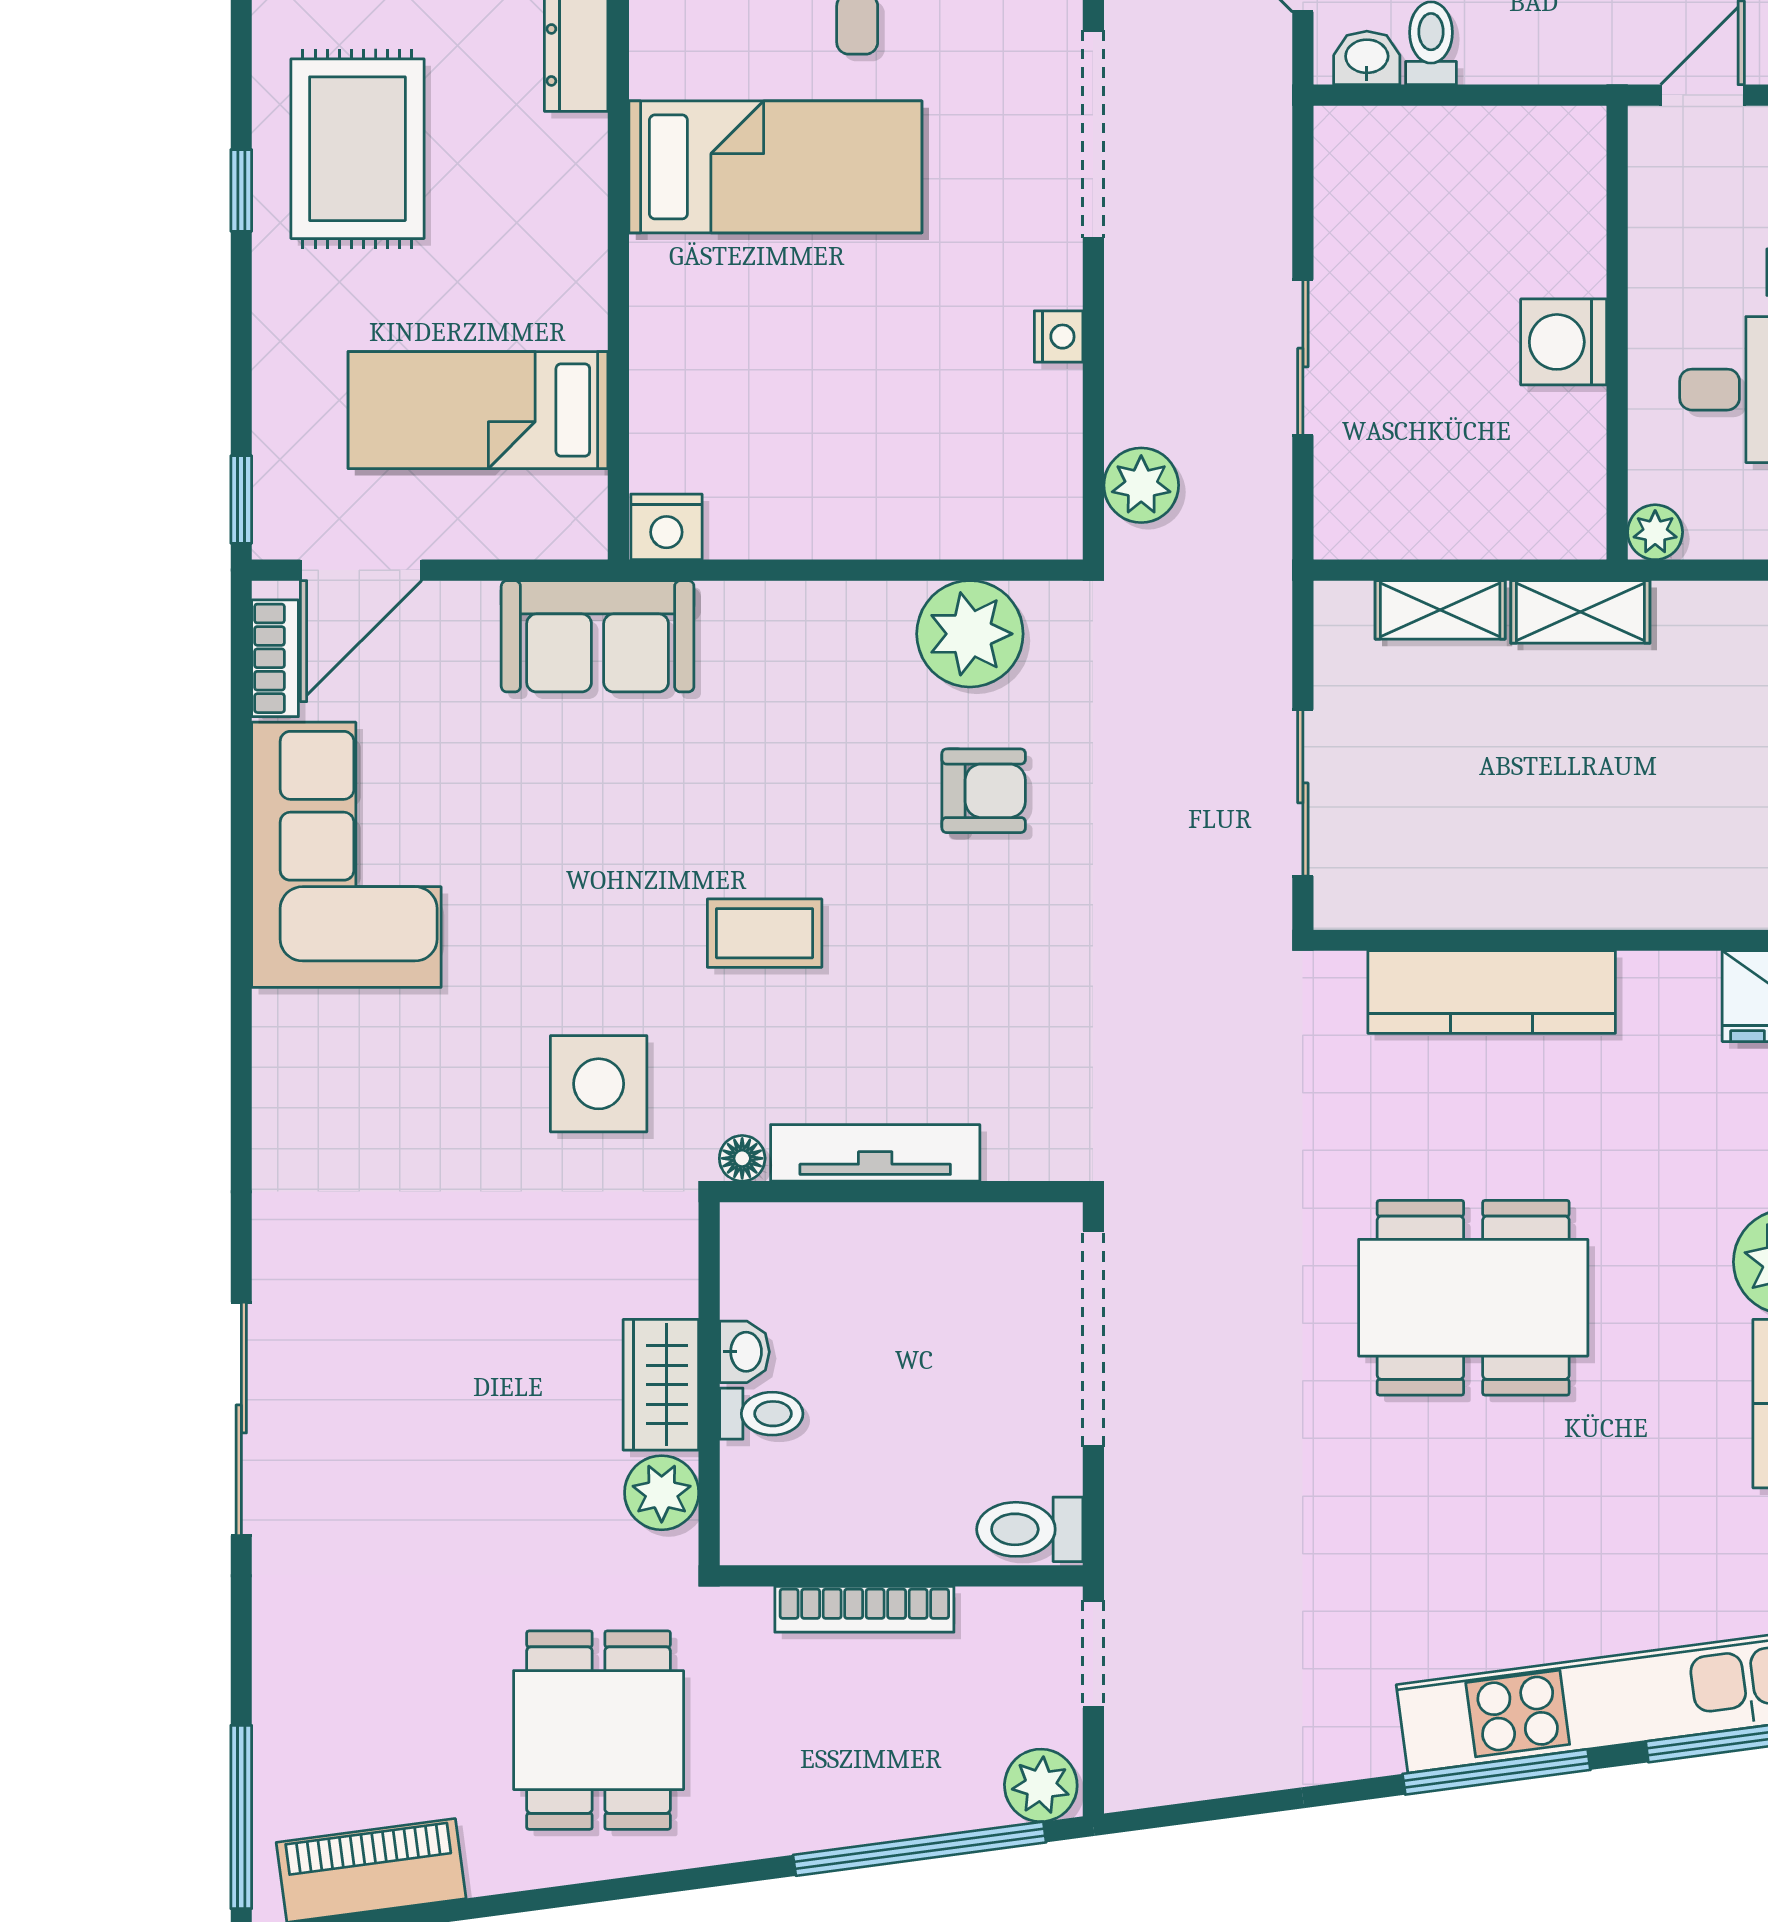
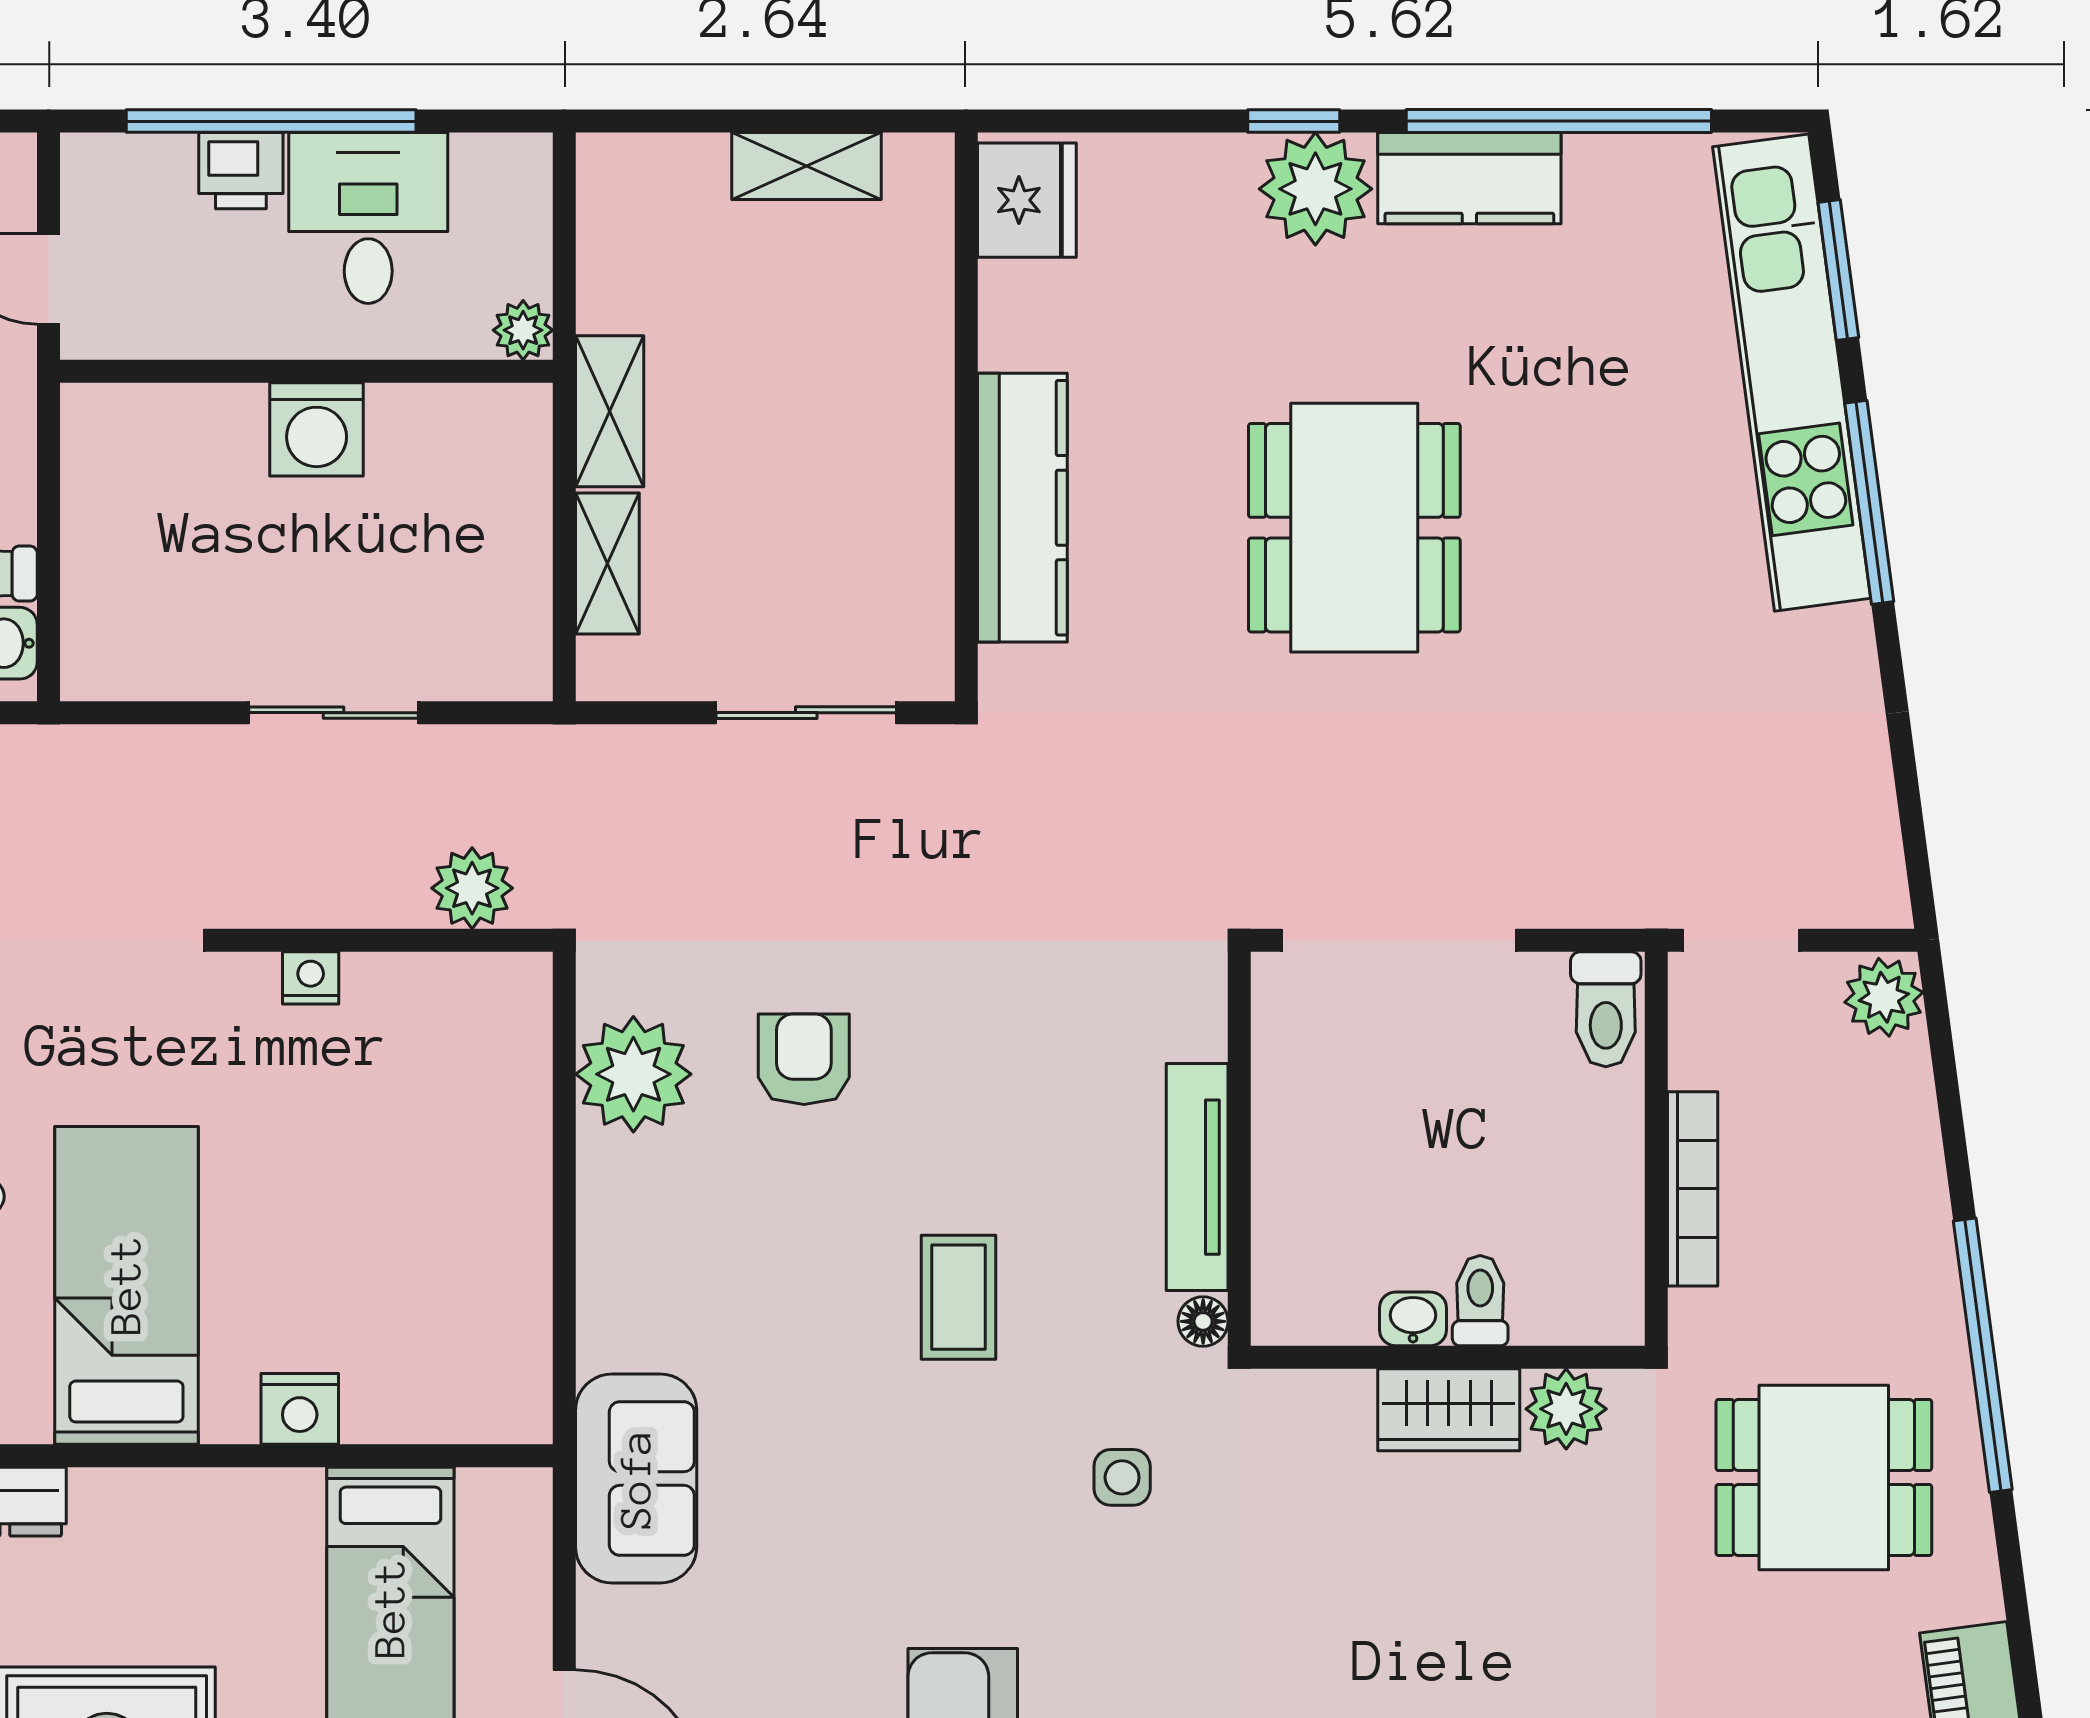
nightstand: (666, 527) -> (300, 1409), moved, turned 90
side table: (599, 1084) -> (1122, 1477), width x0.54, depth x0.54
window: (920, 1849) -> (1983, 1355), moved

